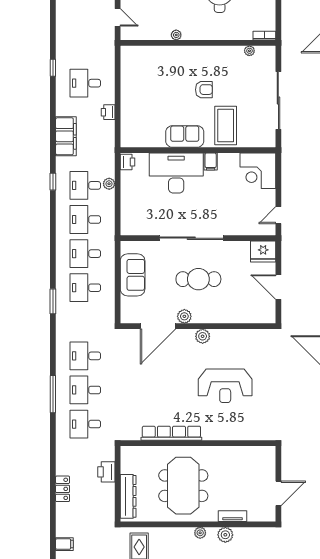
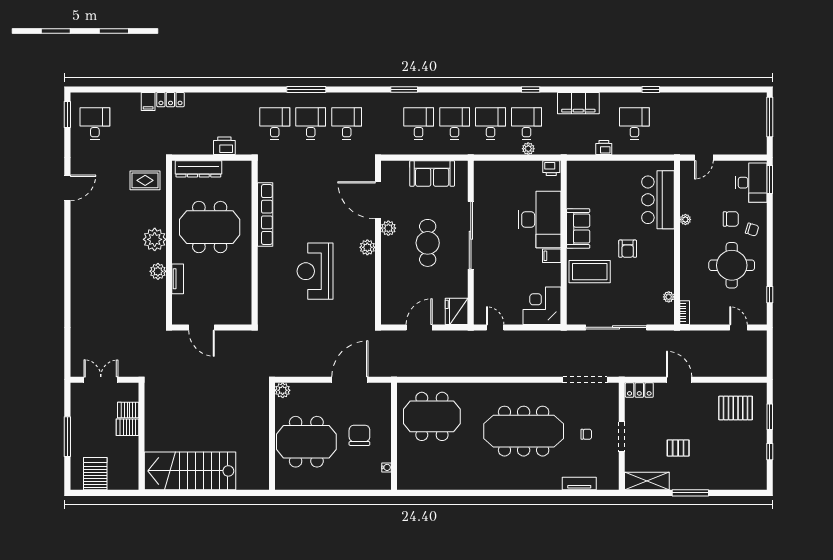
bar counter: (157, 61) -> (658, 200), added
locker: (63, 489) -> (170, 100), moved
plant: (200, 533) -> (155, 239), width x1.88, depth x1.88

